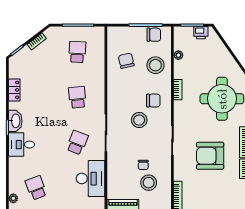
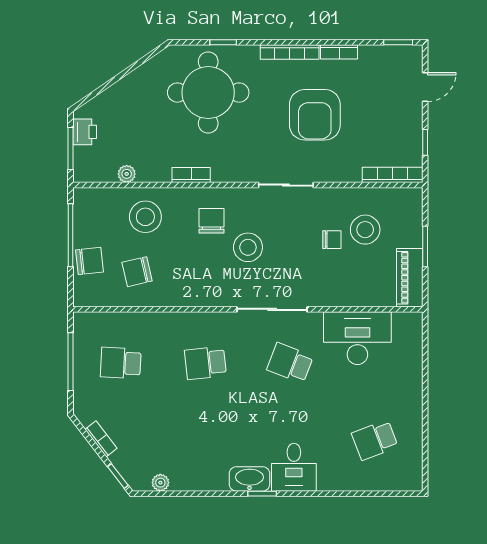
chair: (154, 35) -> (90, 261), moved, turned 84
locker: (14, 90) -> (192, 481), removed
plant: (13, 198) -> (160, 483), moved

